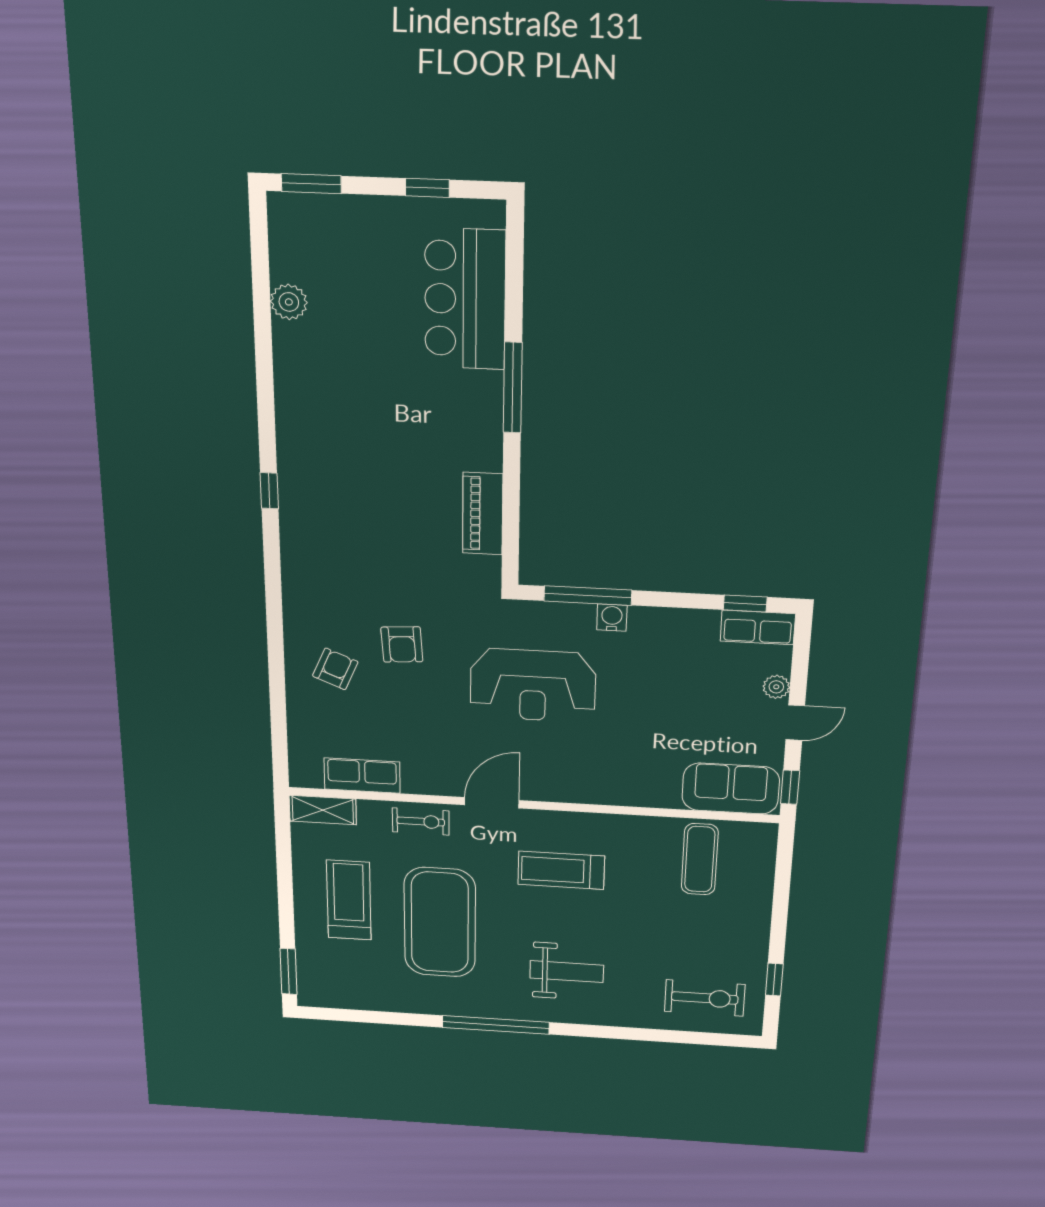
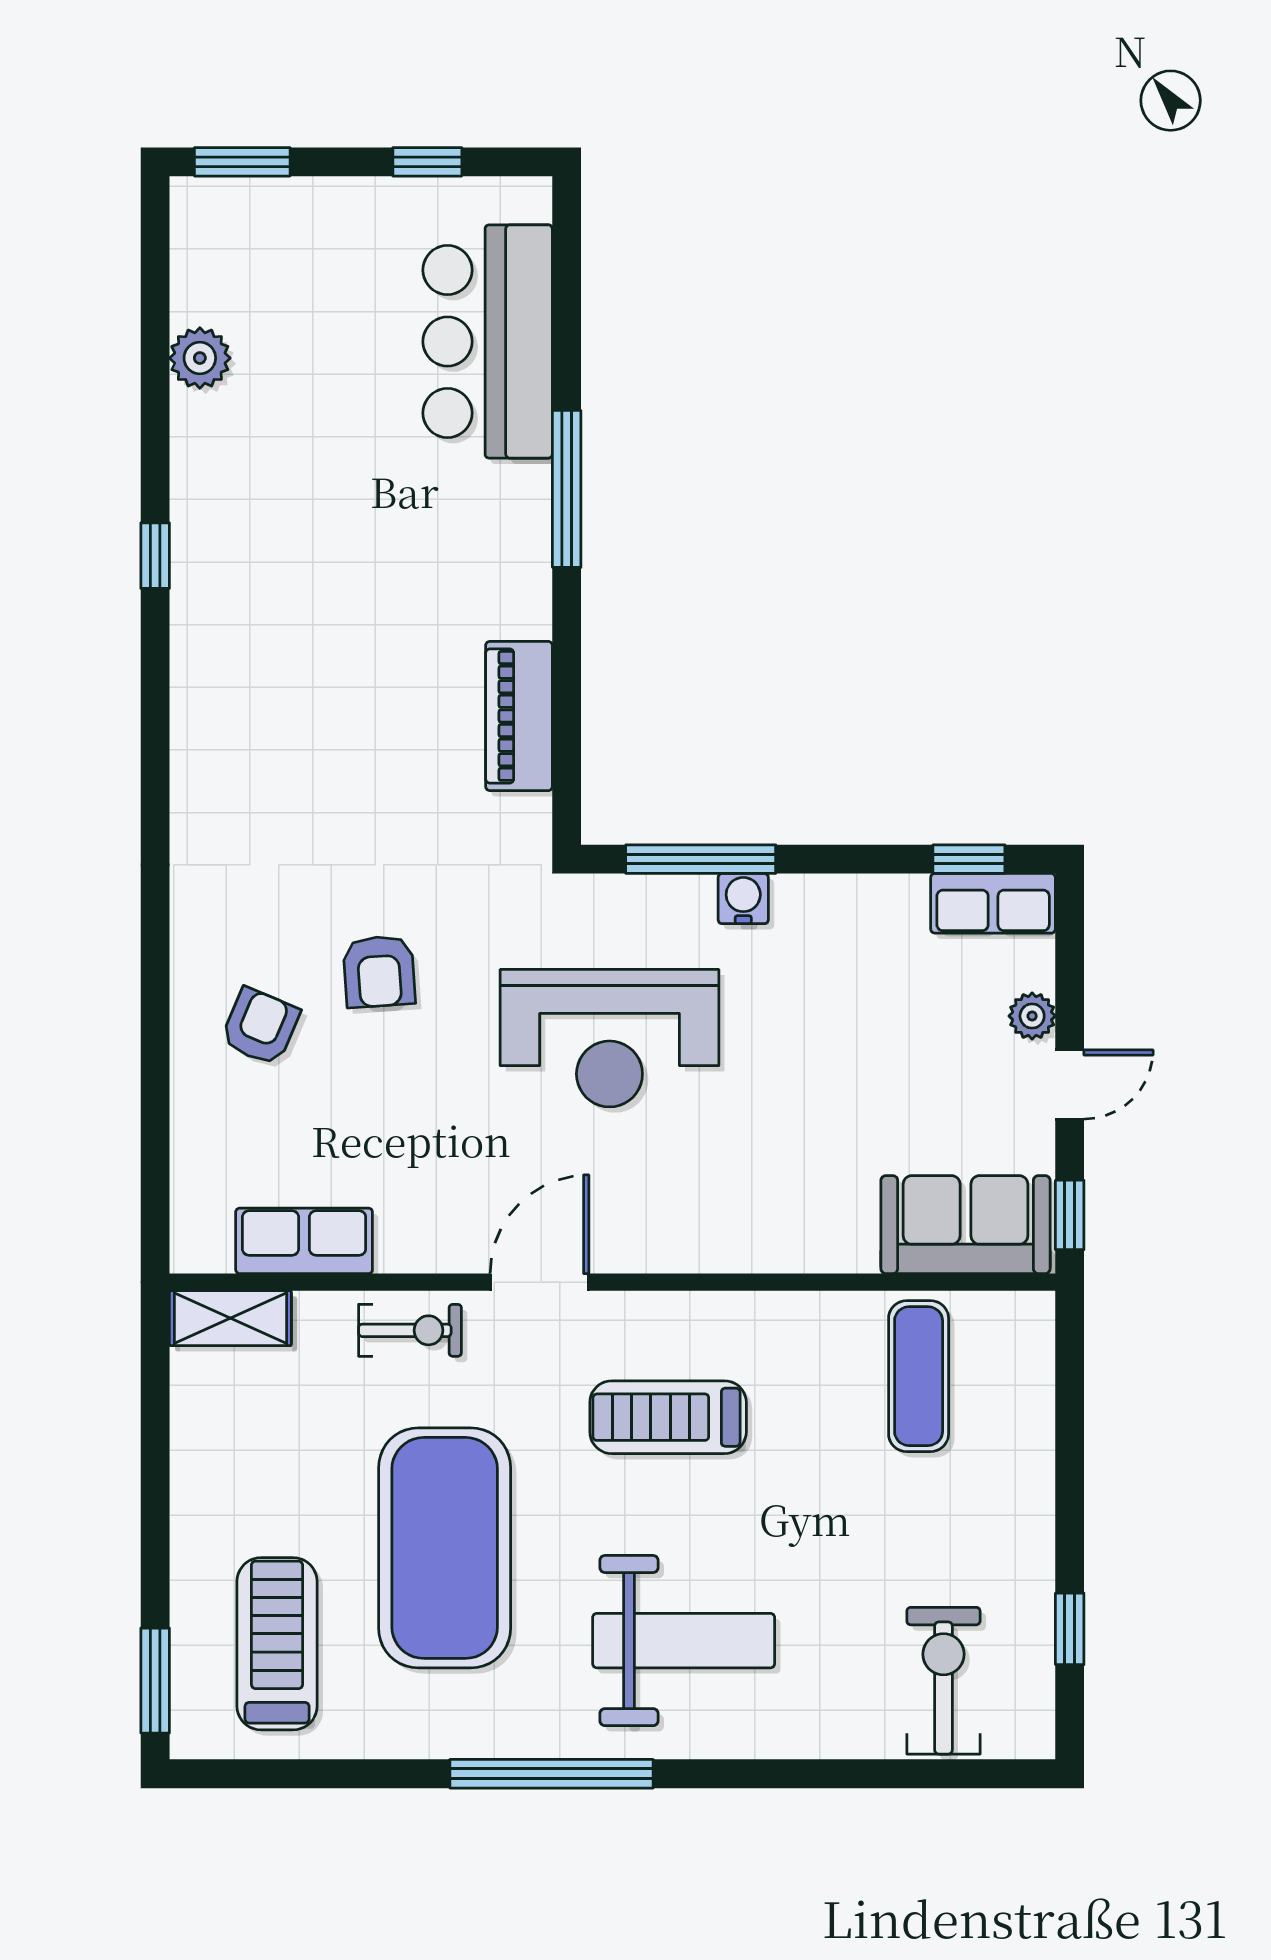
window: (269, 491) -> (155, 556), moved
treadmill: (349, 900) -> (277, 1644), moved
weight bench: (567, 972) -> (684, 1641), width x1.36, depth x1.33
exercise bike: (705, 998) -> (943, 1681), turned -90

